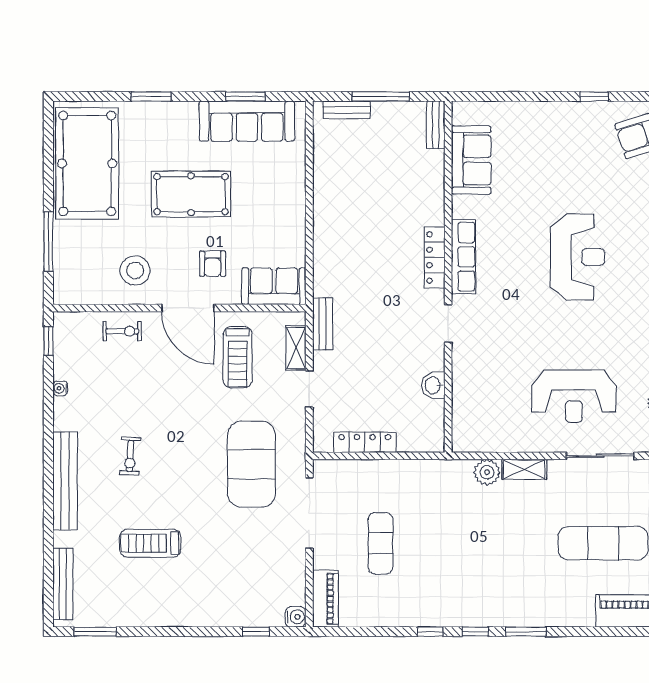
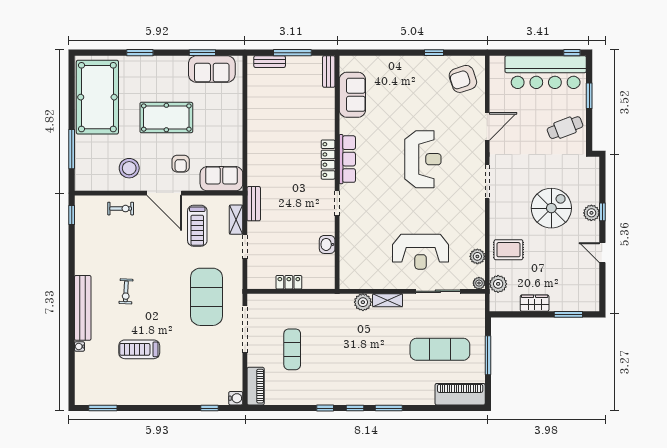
sofa: (247, 121) -> (212, 69), width x0.73
water cooler: (60, 388) -> (79, 346), moved
locker: (365, 442) -> (289, 282), width x0.66
bench: (63, 584) -> (81, 376), removed

